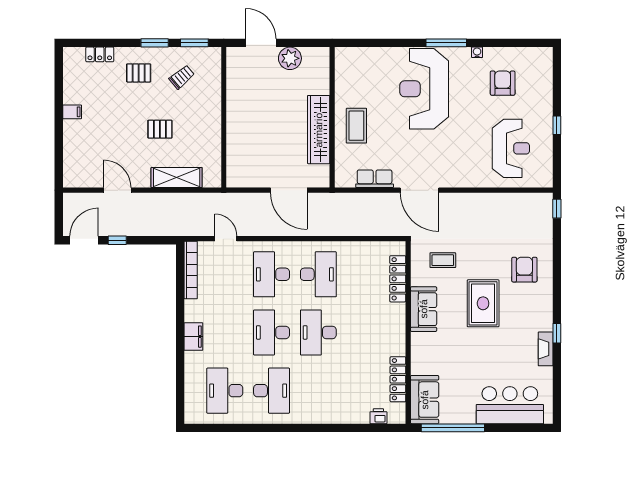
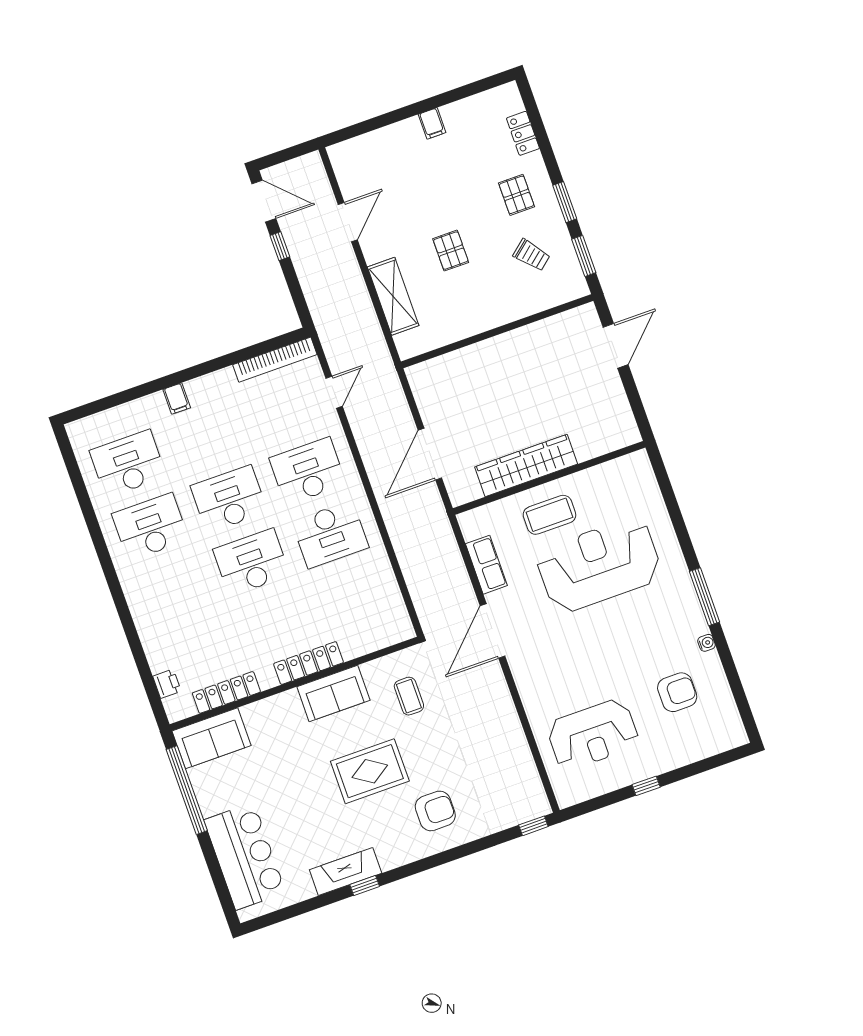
plant: (290, 58) -> (609, 393), removed
reception desk: (424, 89) -> (599, 565), moved
locker: (398, 279) -> (309, 663), moved
filing cabinet: (193, 337) -> (177, 399), width x0.50
fireplace: (546, 349) -> (346, 872), width x1.37, depth x1.32
desk: (272, 391) -> (150, 527), turned 180

